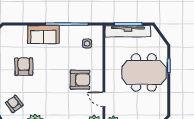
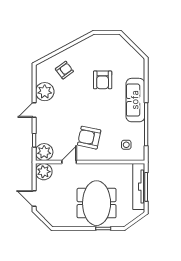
sofa: (43, 35) -> (135, 100), width x1.36
armchair: (24, 67) -> (103, 80), turned 90
armchair: (80, 80) -> (89, 138), turned 102

